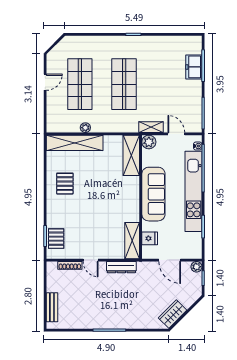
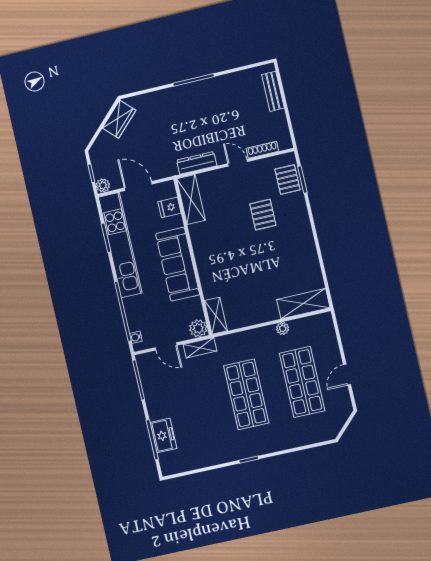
shelving: (75, 143) -> (303, 304), width x0.68
shelving: (131, 155) -> (216, 316), width x0.67, depth x0.75
pallet: (65, 184) -> (263, 215), moved
kitchen unit: (194, 191) -> (120, 245), moved

